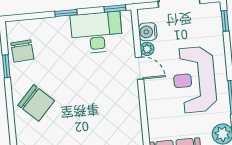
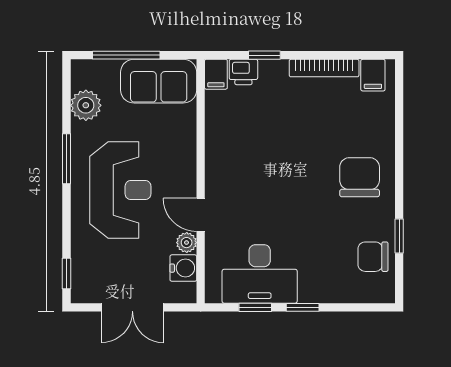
window: (115, 8) -> (255, 307), moved
chair: (22, 51) -> (373, 257), turned -86
chair: (36, 103) -> (360, 177), turned 47

